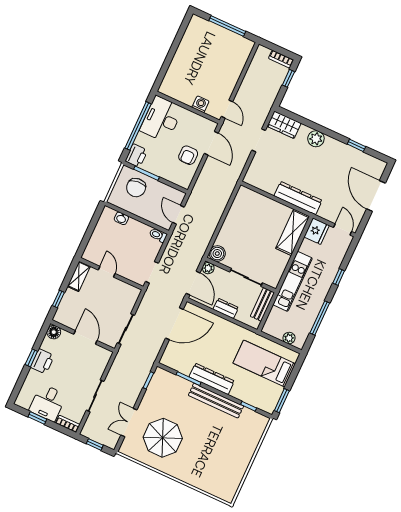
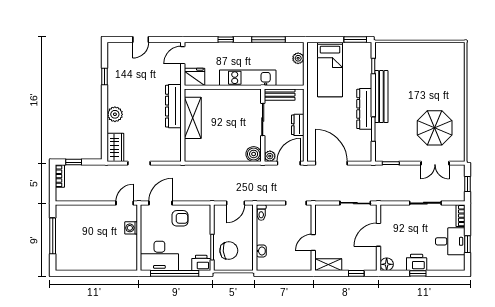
door: (376, 196) -> (141, 40), width x0.53
shelving: (293, 232) -> (193, 118), moved, turned 90

